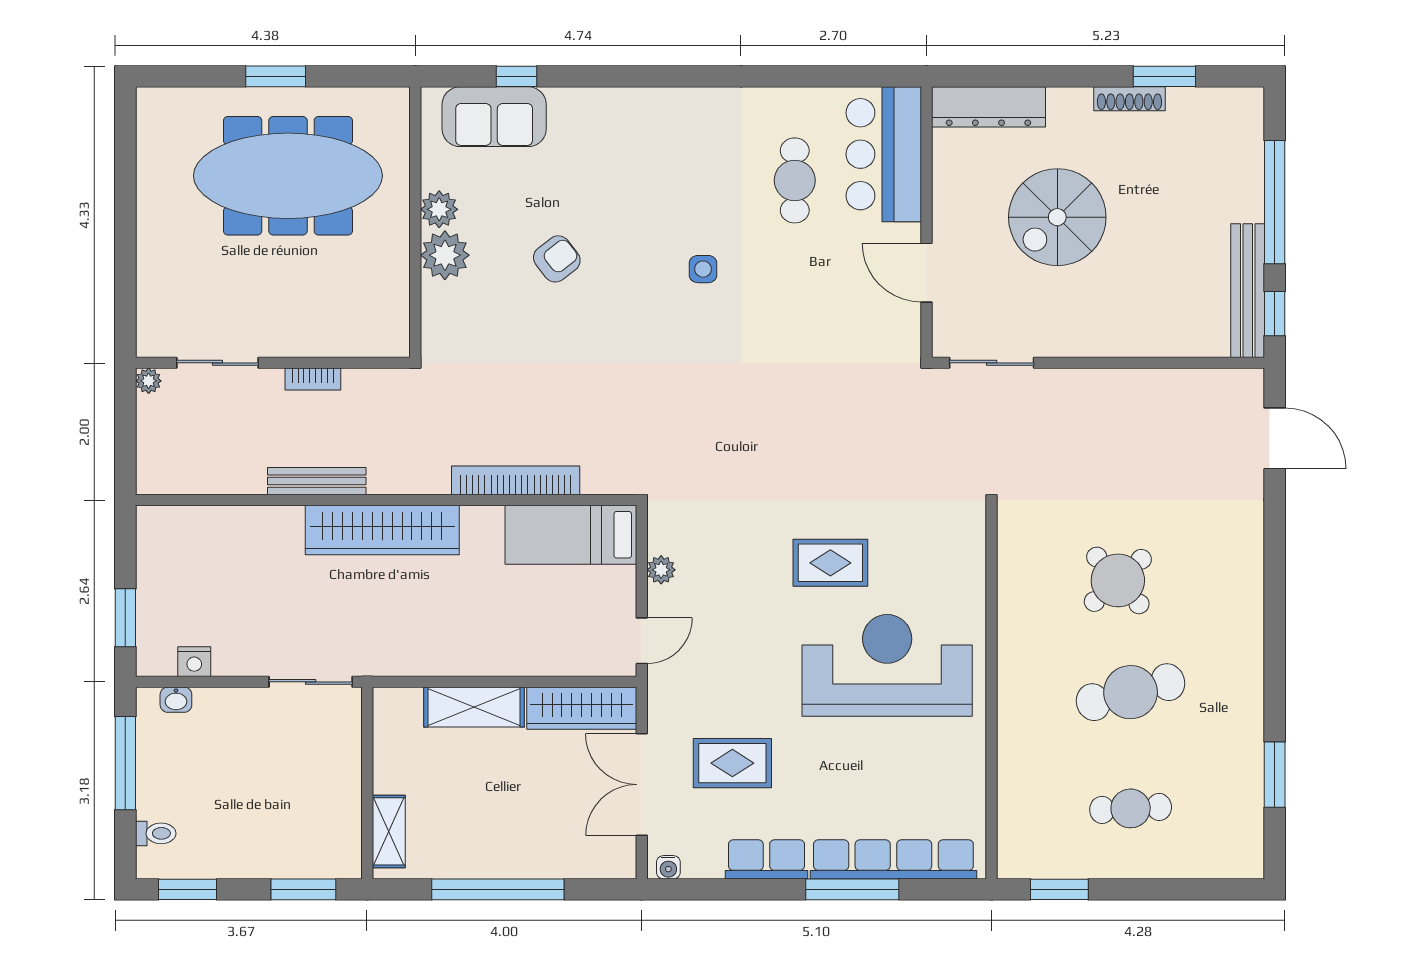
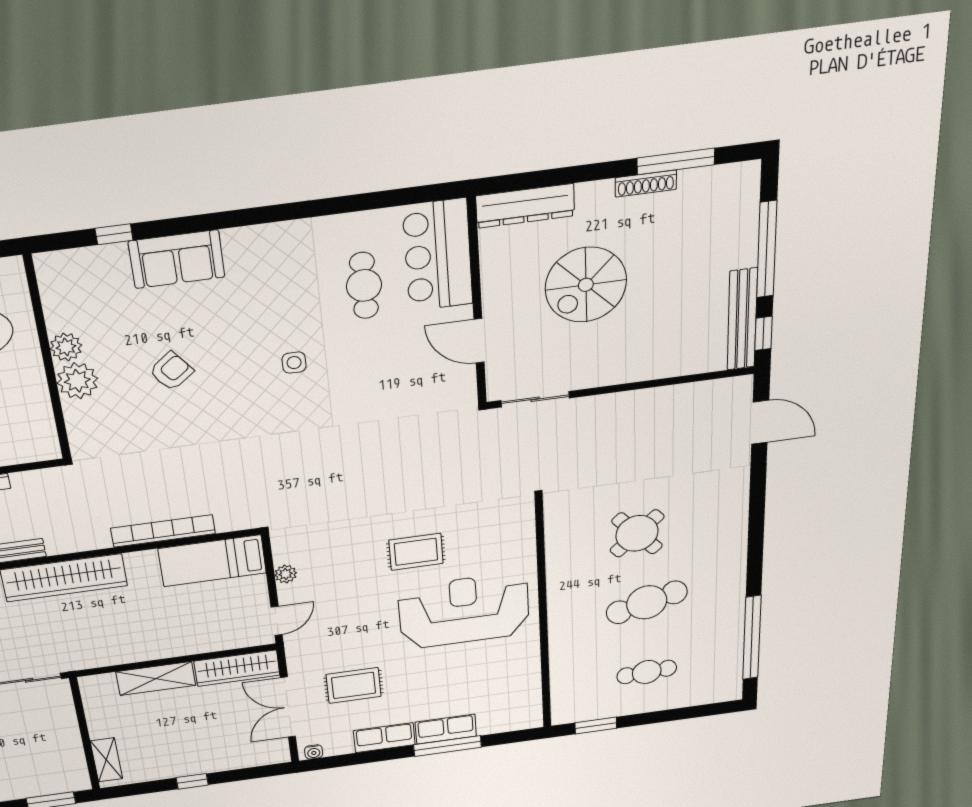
window: (1164, 76) -> (676, 161), width x1.44
sofa: (494, 117) -> (177, 259), moved
window: (1275, 775) -> (752, 638), width x2.11
row of seats: (893, 859) -> (446, 729), width x0.50
window: (498, 889) -> (192, 781), width x0.32

